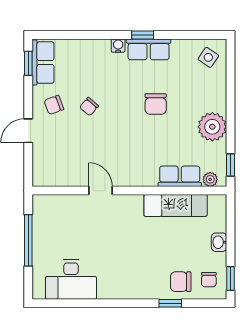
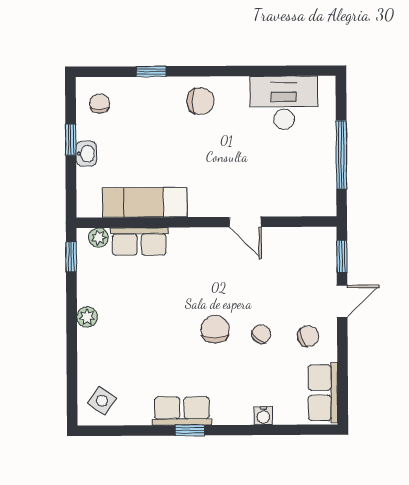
water cooler: (118, 46) -> (263, 416), moved
window: (28, 63) -> (342, 256), moved
chair: (156, 104) -> (215, 329), moved
plant: (212, 127) -> (87, 317), width x0.53, depth x0.53
window: (231, 279) -> (71, 140), moved
chair: (181, 282) -> (201, 101), moved

